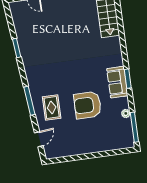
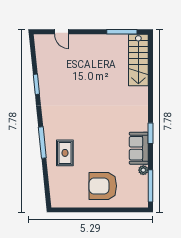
sofa: (117, 82) -> (139, 148), moved
armchair: (88, 105) -> (103, 186), moved
door: (39, 139) -> (47, 185), removed

